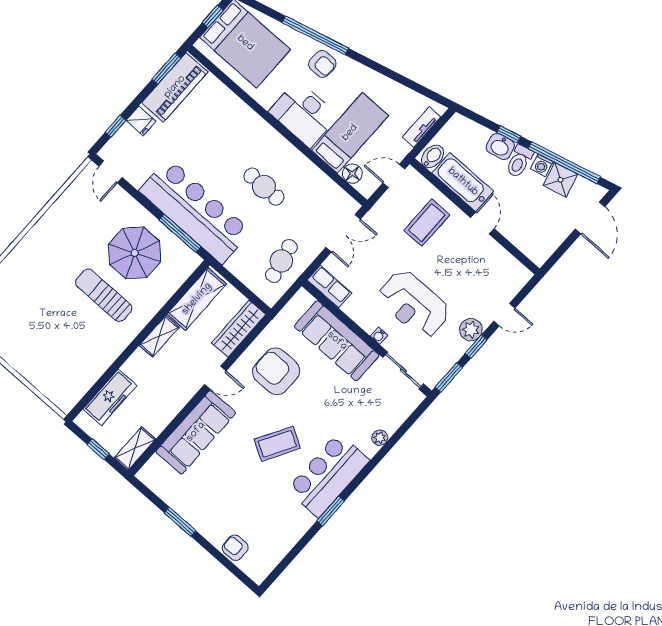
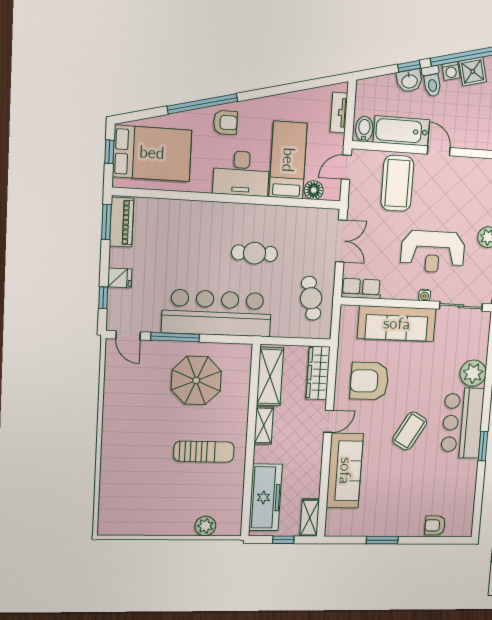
piano: (175, 87) -> (122, 222), width x0.73, depth x0.75
coffee table: (427, 223) -> (397, 183), width x1.36, depth x1.32
window: (180, 233) -> (175, 337), moved
sun lounger: (104, 295) -> (204, 452), moved, turned 180
plant: (44, 382) -> (205, 526), added
freezer: (110, 397) -> (265, 497), width x1.36, depth x1.26
plant: (380, 438) -> (473, 373), width x1.87, depth x1.87

